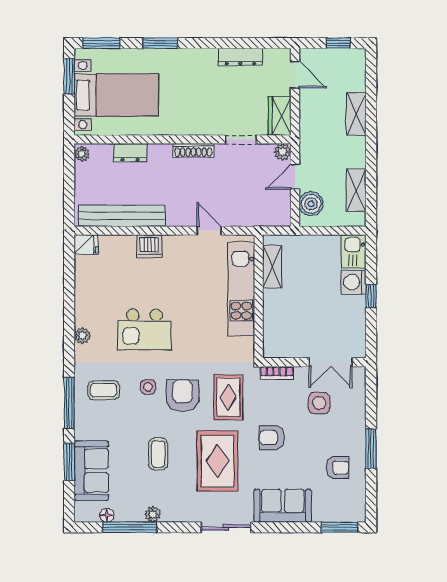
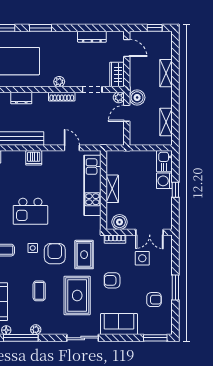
plant: (189, 127) -> (59, 82), added
boiler: (311, 204) -> (137, 97), moved
shelving: (272, 267) -> (112, 189), moved
boiler: (284, 346) -> (120, 222), added

